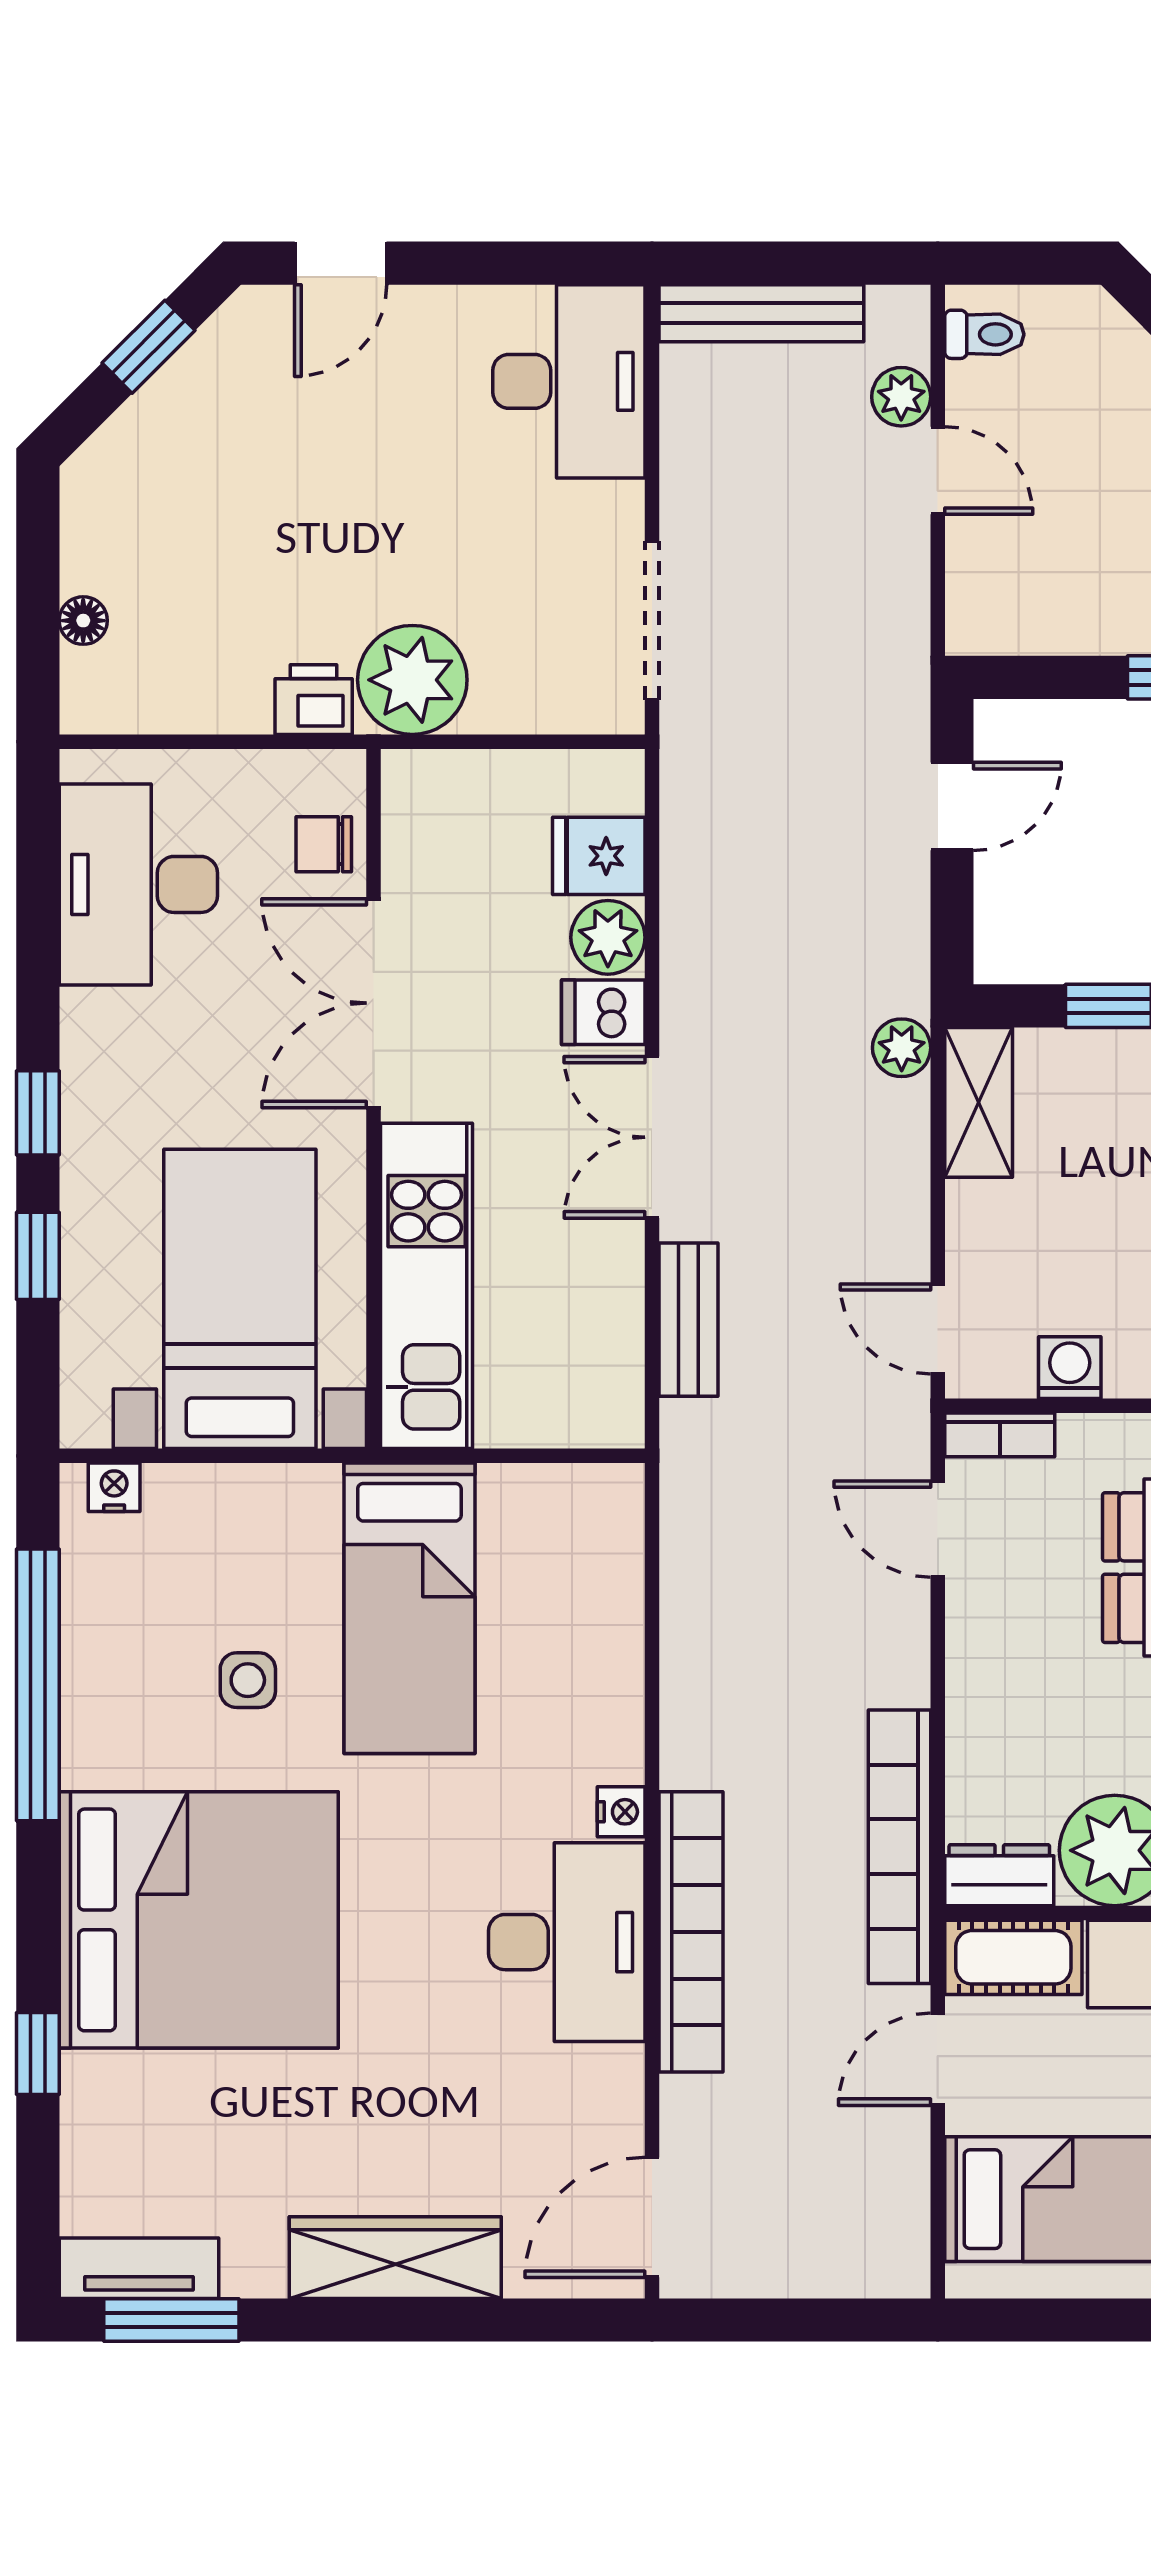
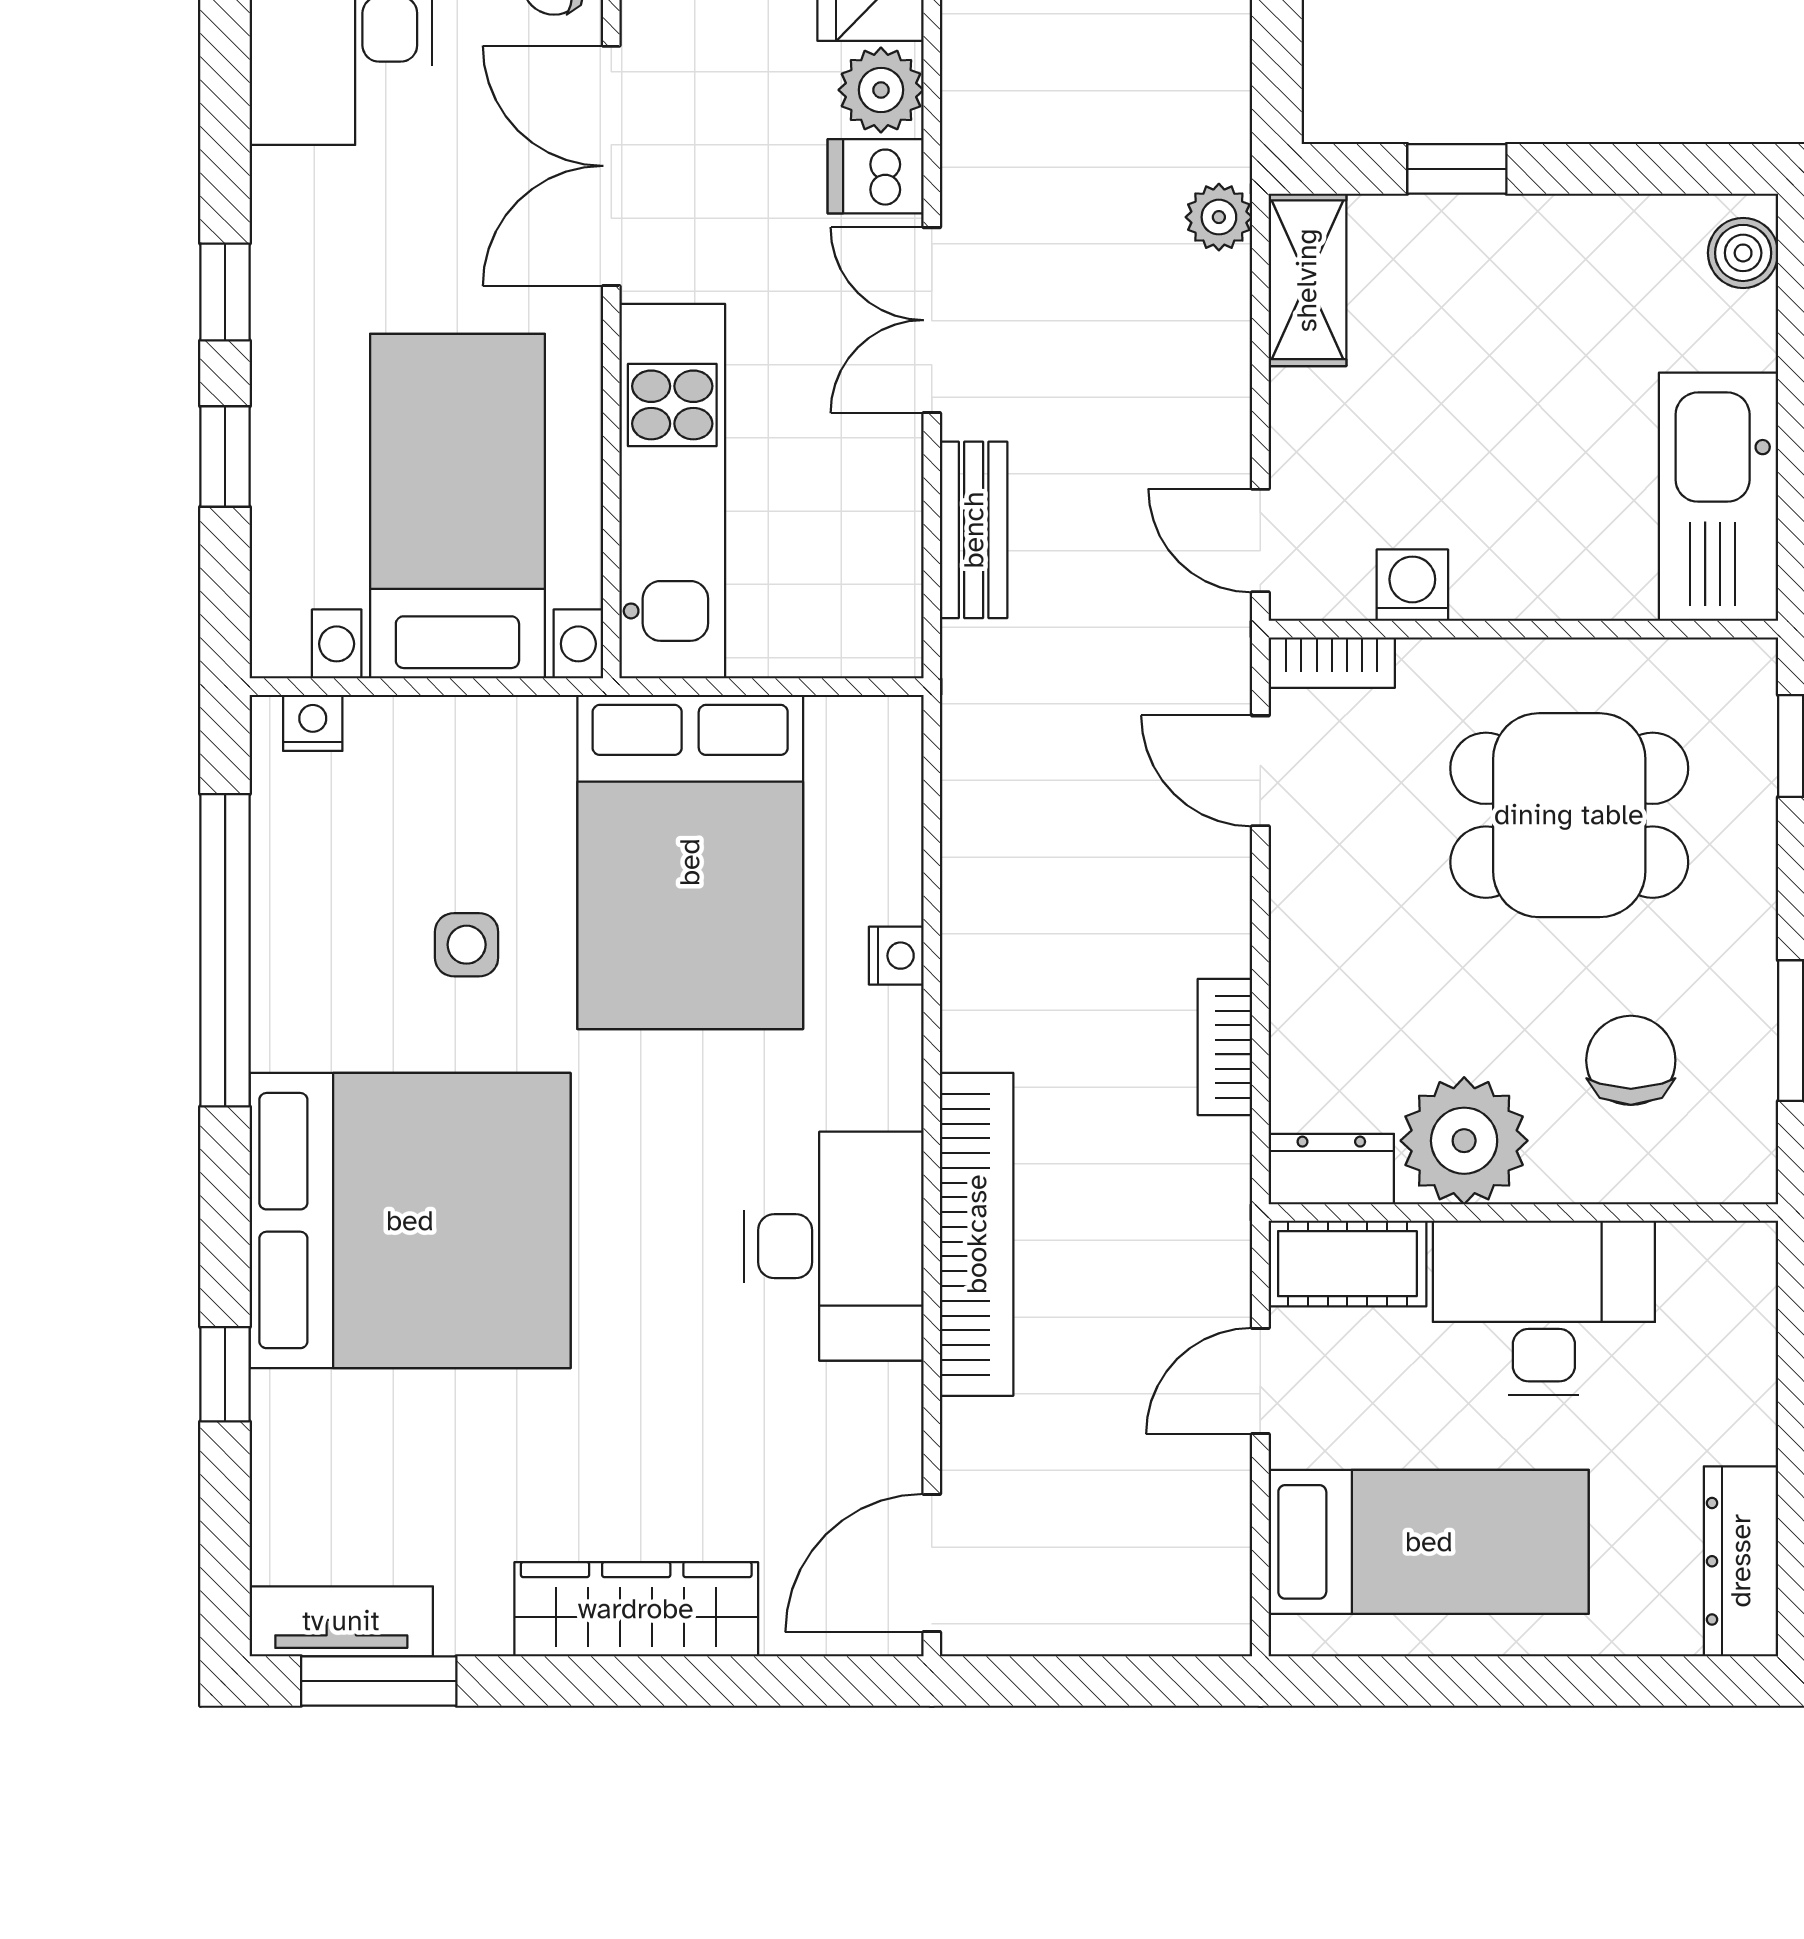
bed: (409, 1608) -> (690, 862), width x1.50
nightstand: (621, 1812) -> (896, 956), moved
bookcase: (900, 1847) -> (1225, 1047), width x0.43, depth x0.76

